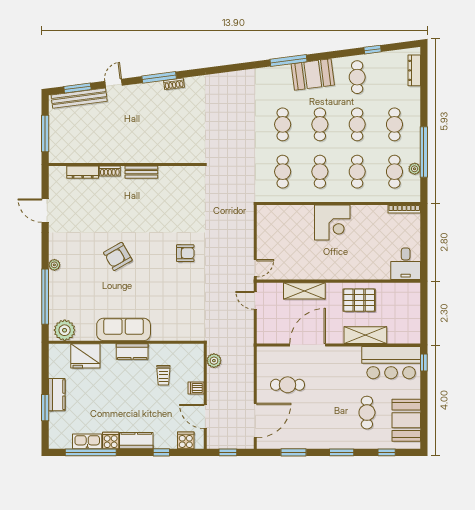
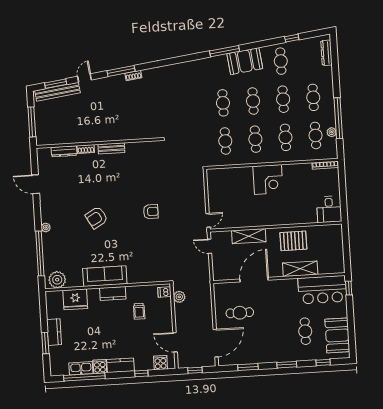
dishwasher: (196, 388) -> (164, 292), moved

